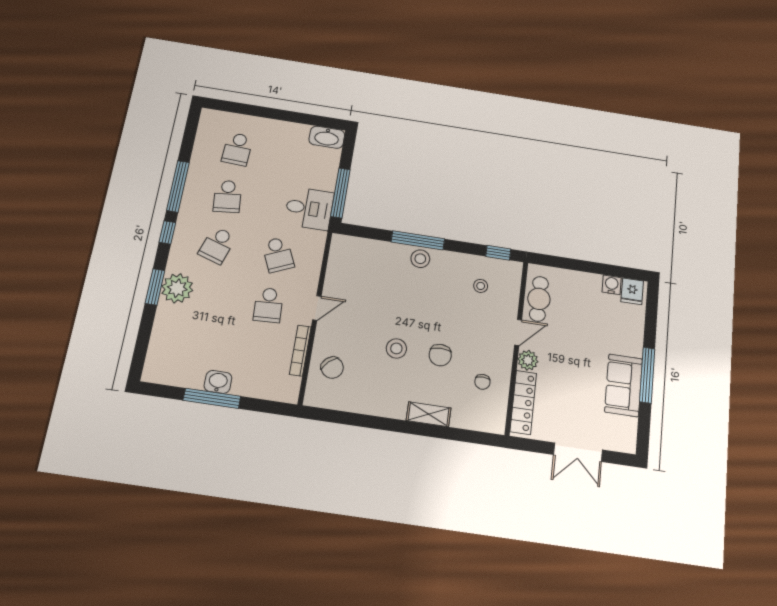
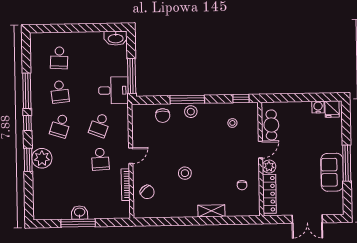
school desk: (278, 255) -> (100, 125), turned 45
chair: (440, 355) -> (163, 116), moved

